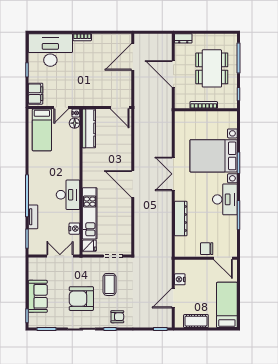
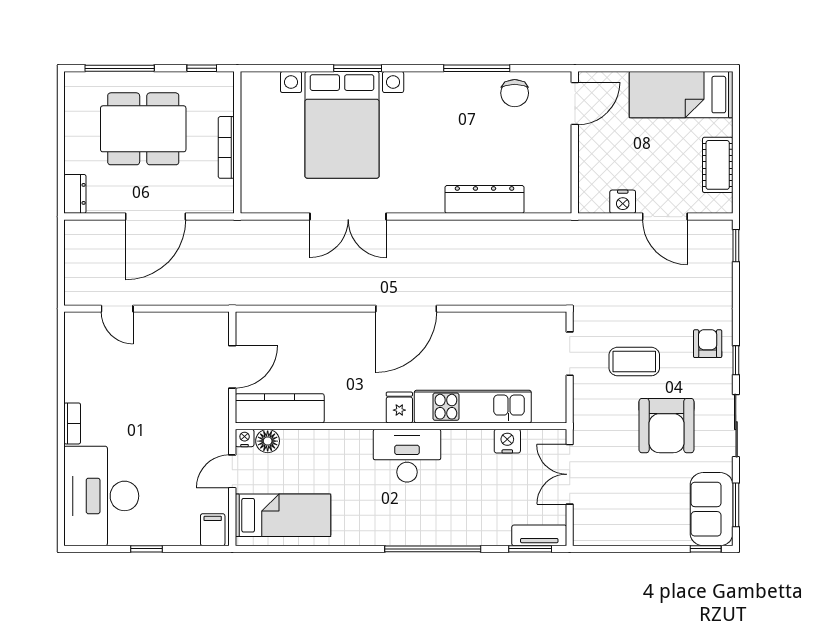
door: (133, 57) -> (117, 309), width x0.53
filing cabinet: (36, 94) -> (213, 530), width x0.50
door: (61, 108) -> (232, 471), swing flipped
door: (120, 108) -> (232, 367), moved
double door: (173, 174) -> (348, 217), moved
desk: (68, 195) -> (407, 456), moved
desk: (225, 199) -> (441, 99), removed
tv unit: (33, 217) -> (539, 535), moved
fridge: (89, 246) -> (399, 408), moved
chair: (207, 249) -> (515, 93), moved
sofa: (38, 296) -> (712, 509), moved, turned -90

